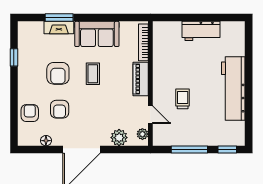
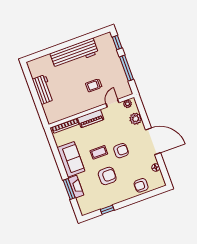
armchair: (60, 109) -> (121, 151), moved

